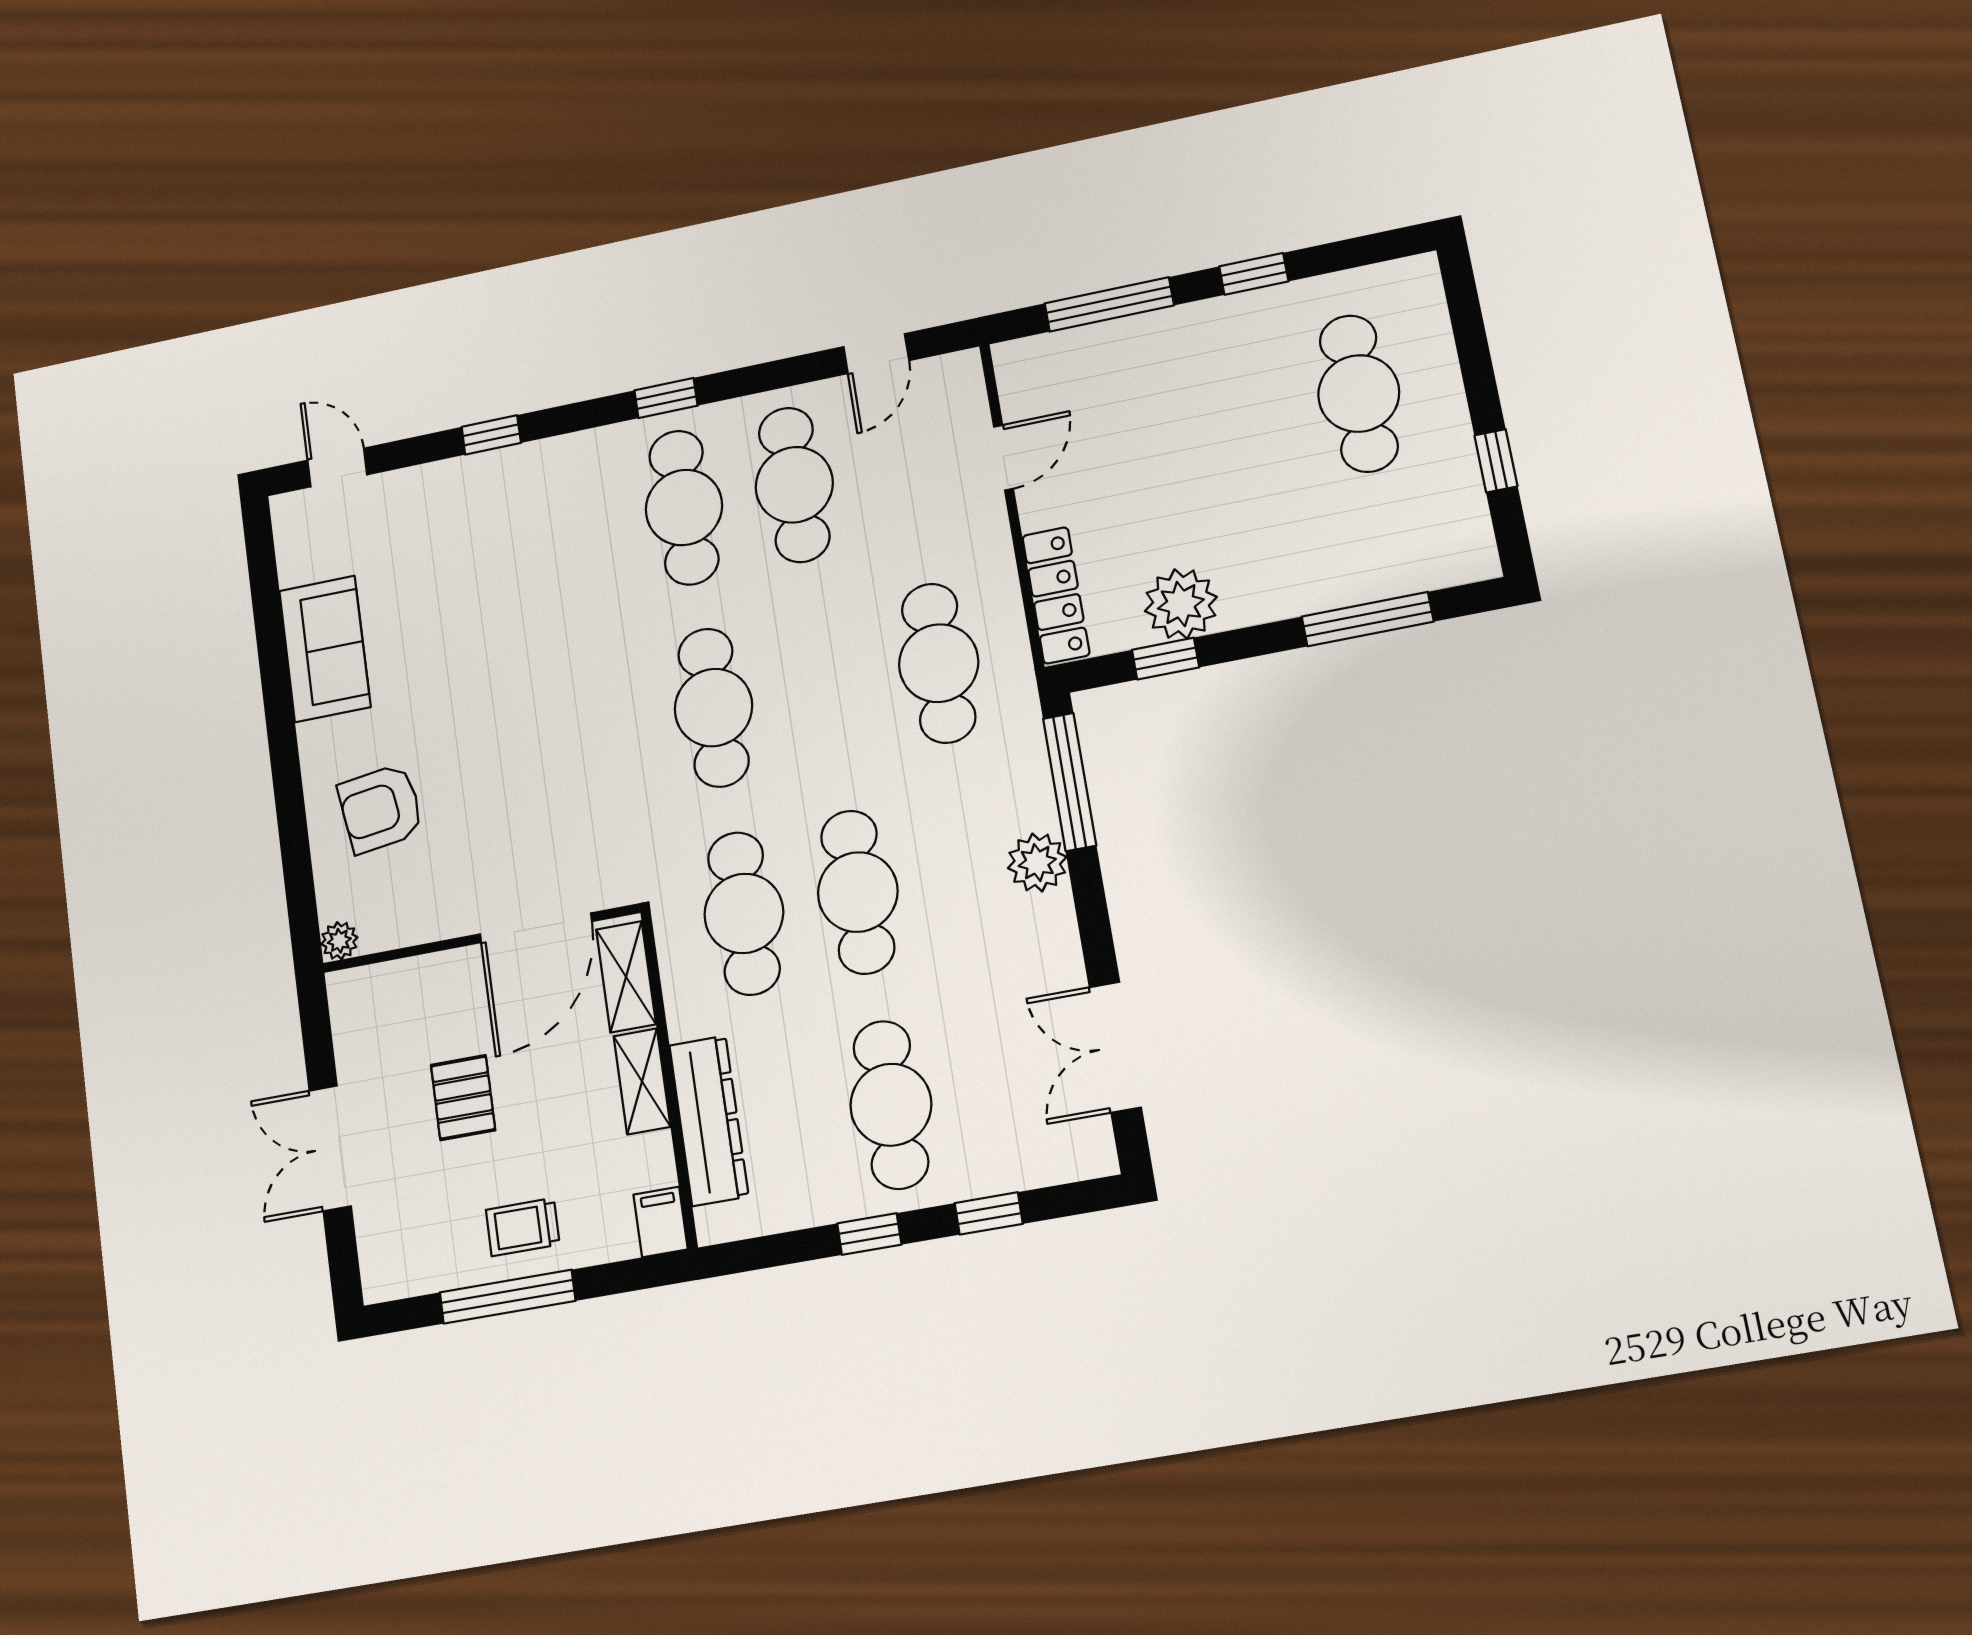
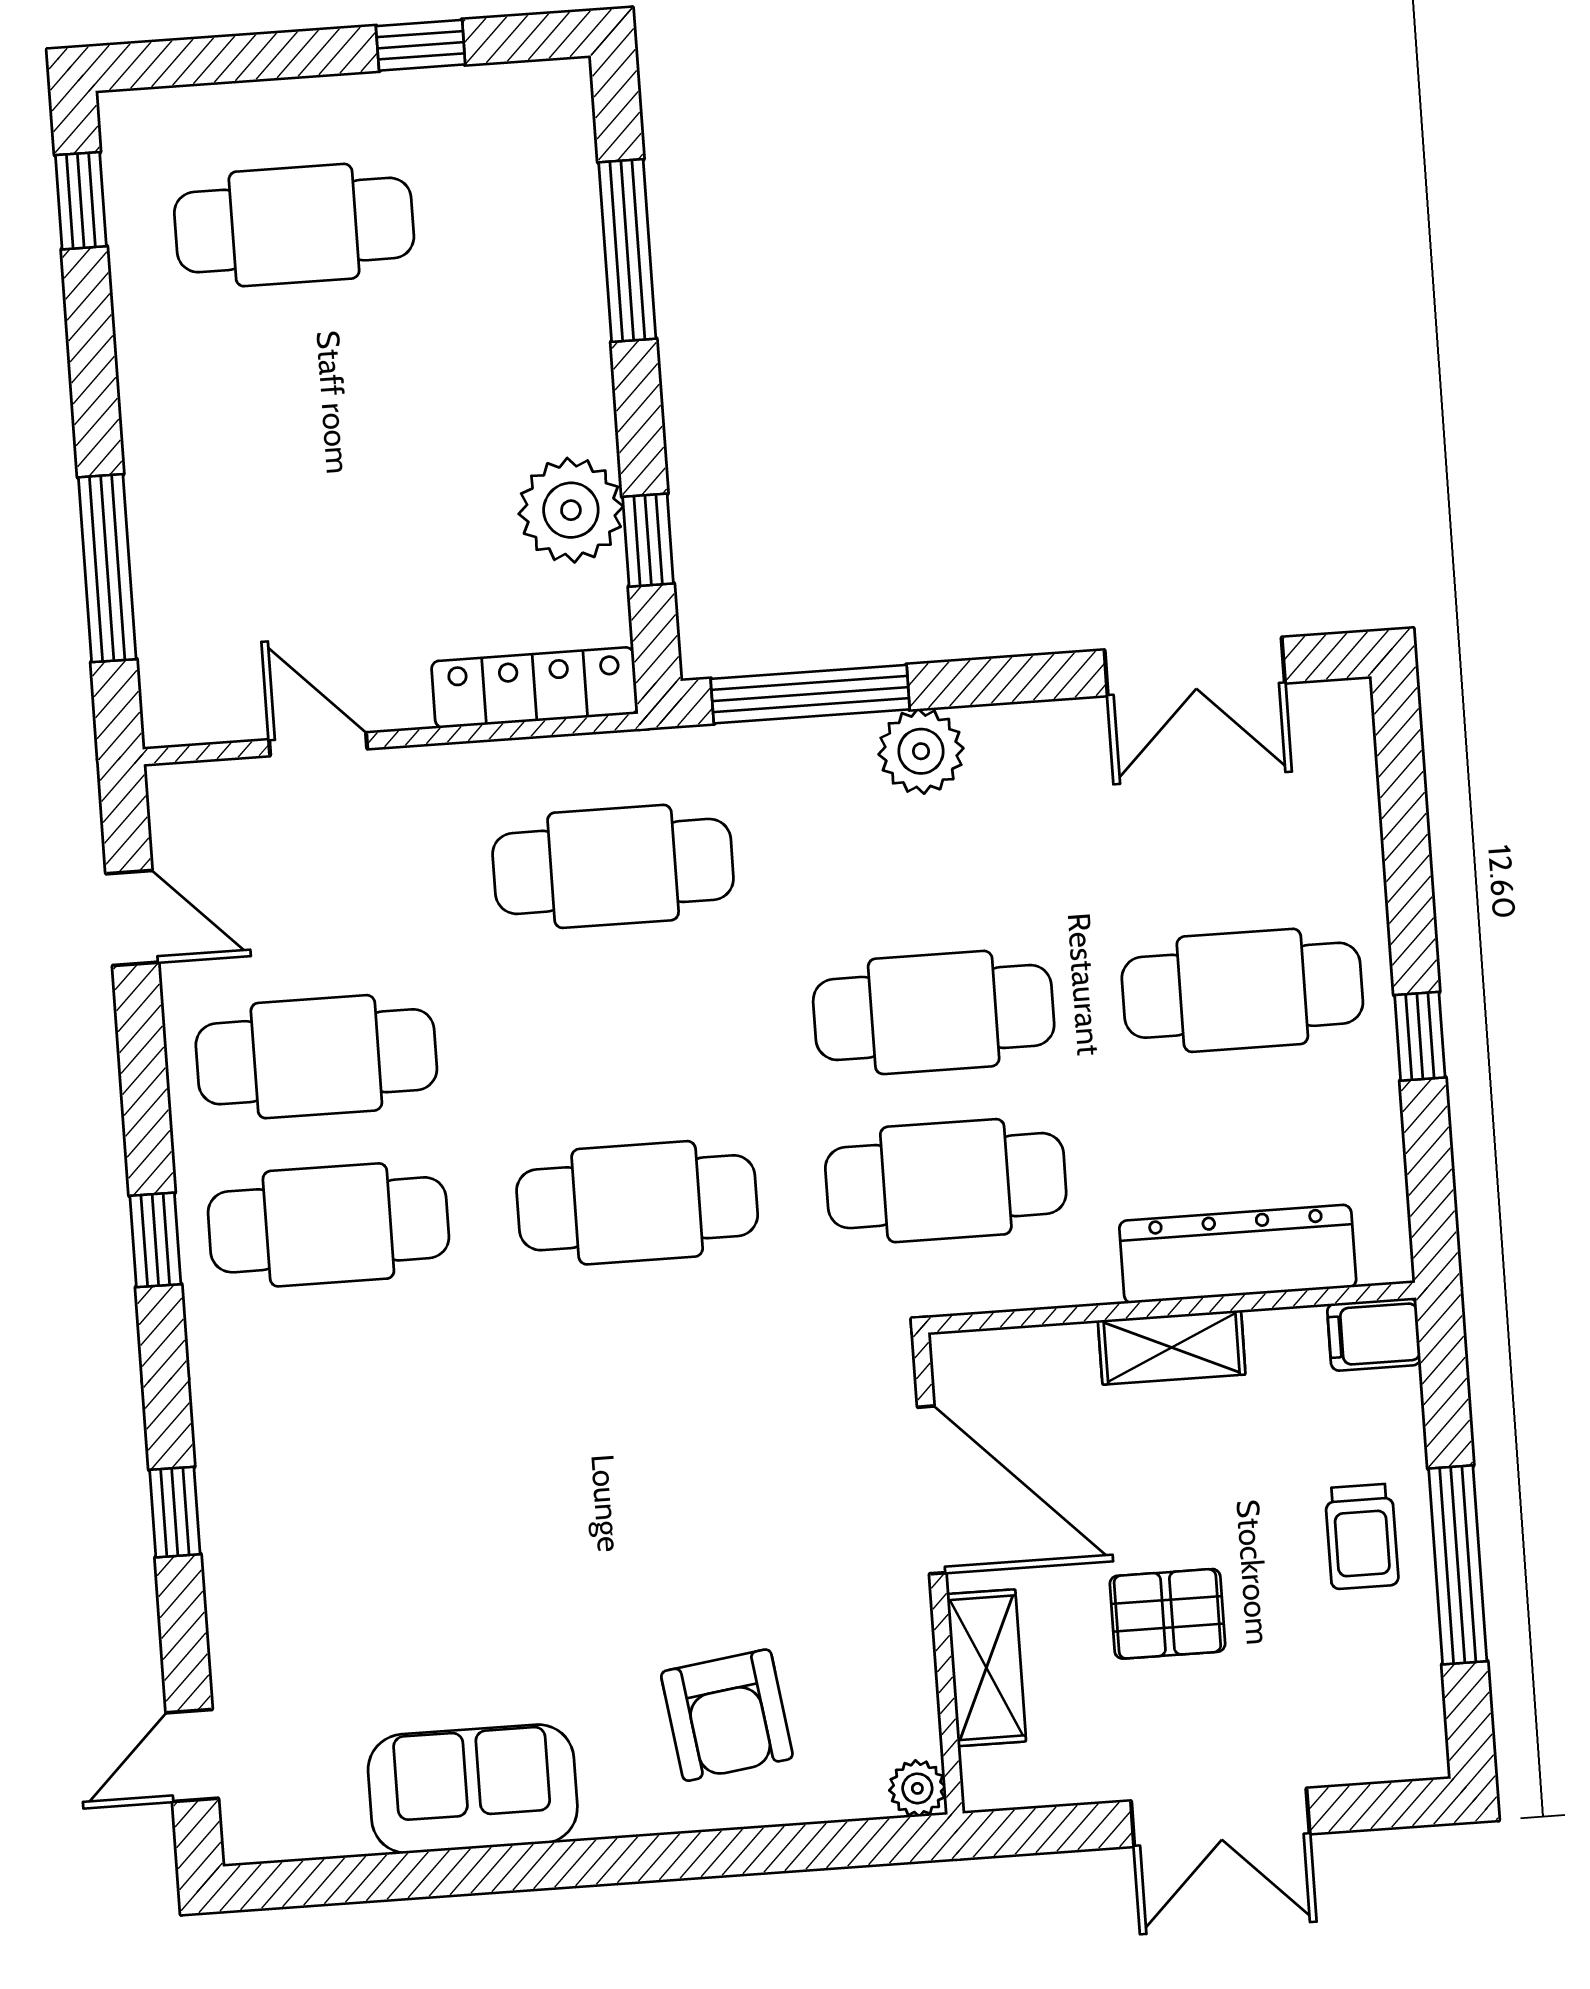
window: (1254, 274) -> (81, 201), moved
shelving: (626, 977) -> (986, 1668), moved, turned 90
window: (989, 1213) -> (1408, 865), removed

